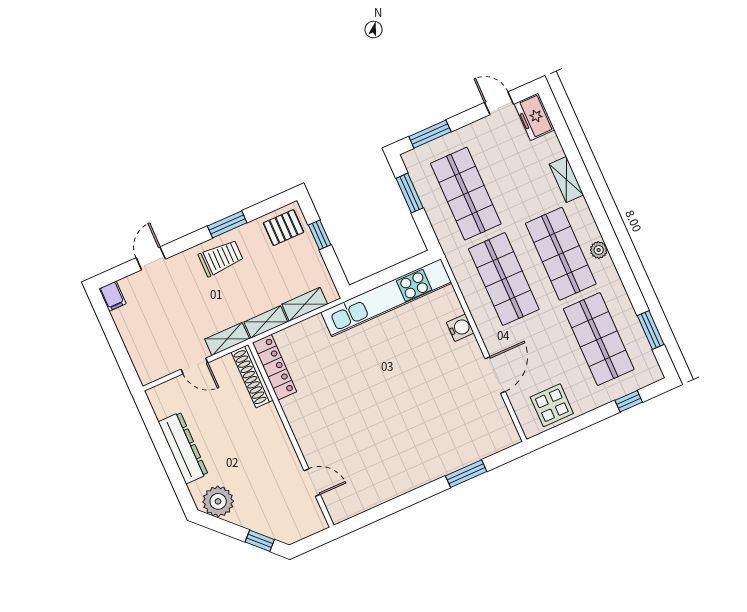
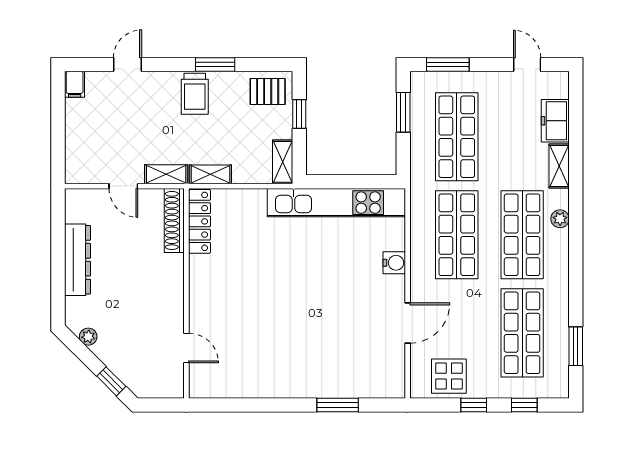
freezer: (534, 117) -> (555, 121), moved
plant: (599, 250) -> (560, 219), moved
trolley: (221, 258) -> (195, 94), turned 90
shelving: (305, 304) -> (283, 162), moved, turned 90
window: (585, 421) -> (474, 405), added
plant: (218, 501) -> (88, 337), width x0.53, depth x0.53

